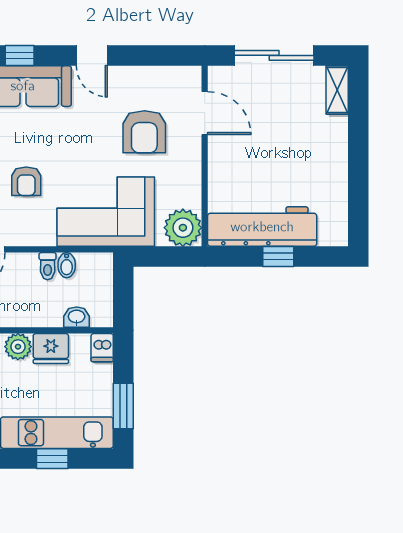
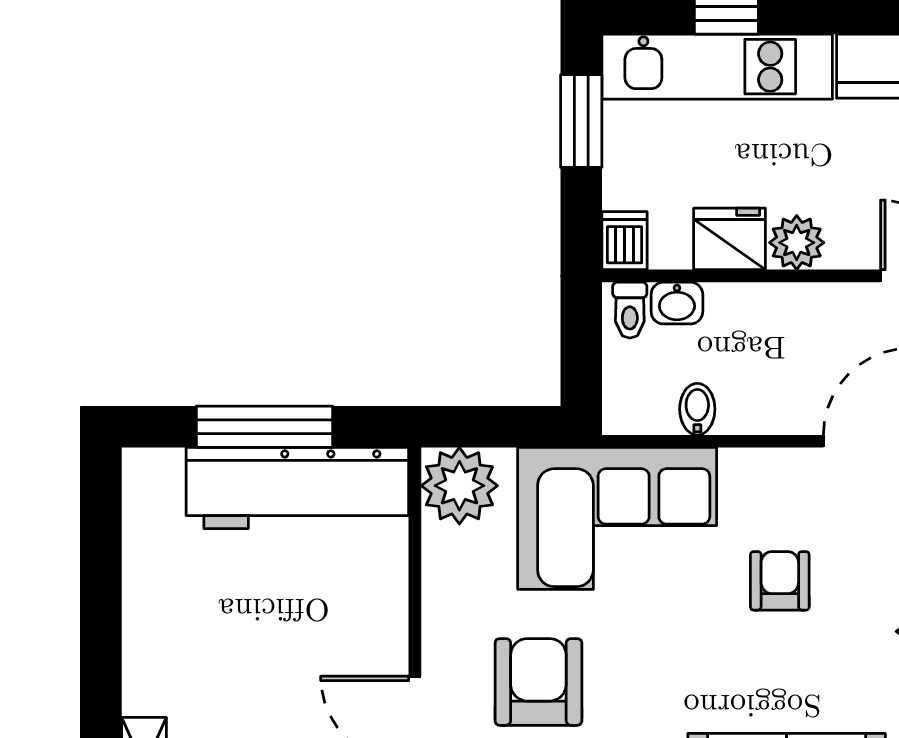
window: (278, 257) -> (265, 427), width x2.17
toilet: (48, 266) -> (630, 310), moved, turned 180

